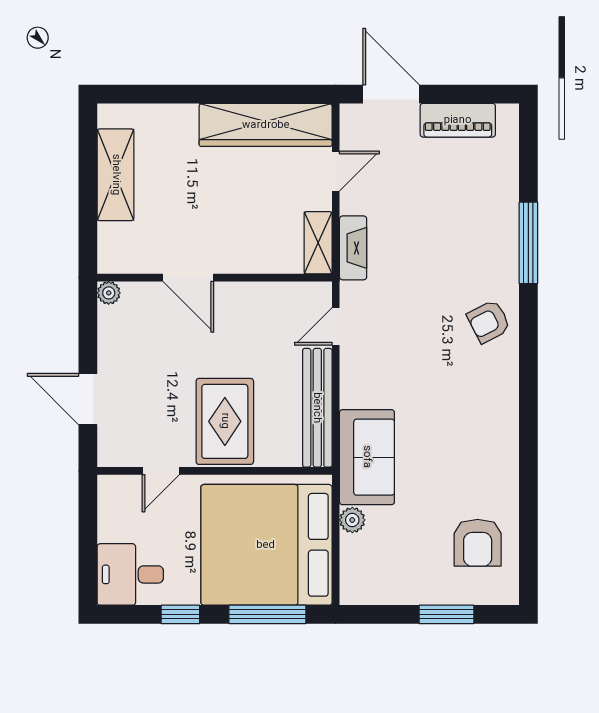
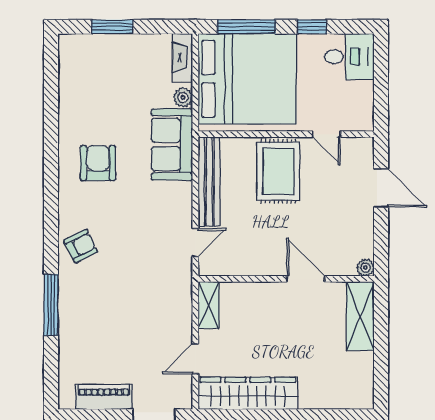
shelving: (116, 175) -> (360, 316), moved
fireplace: (353, 248) -> (182, 57), moved
door: (161, 471) -> (326, 134), swing flipped
armchair: (478, 543) -> (98, 163), moved

